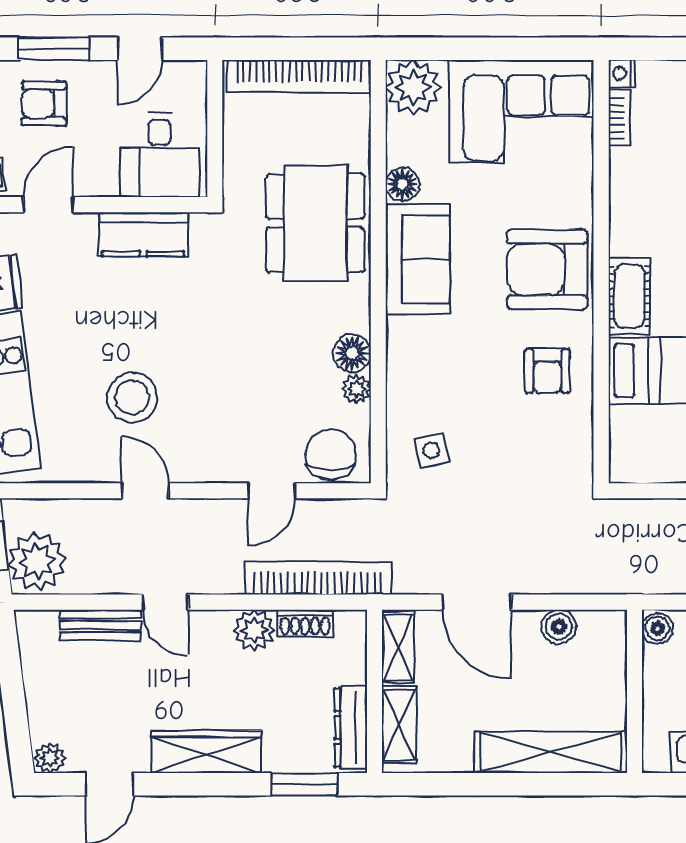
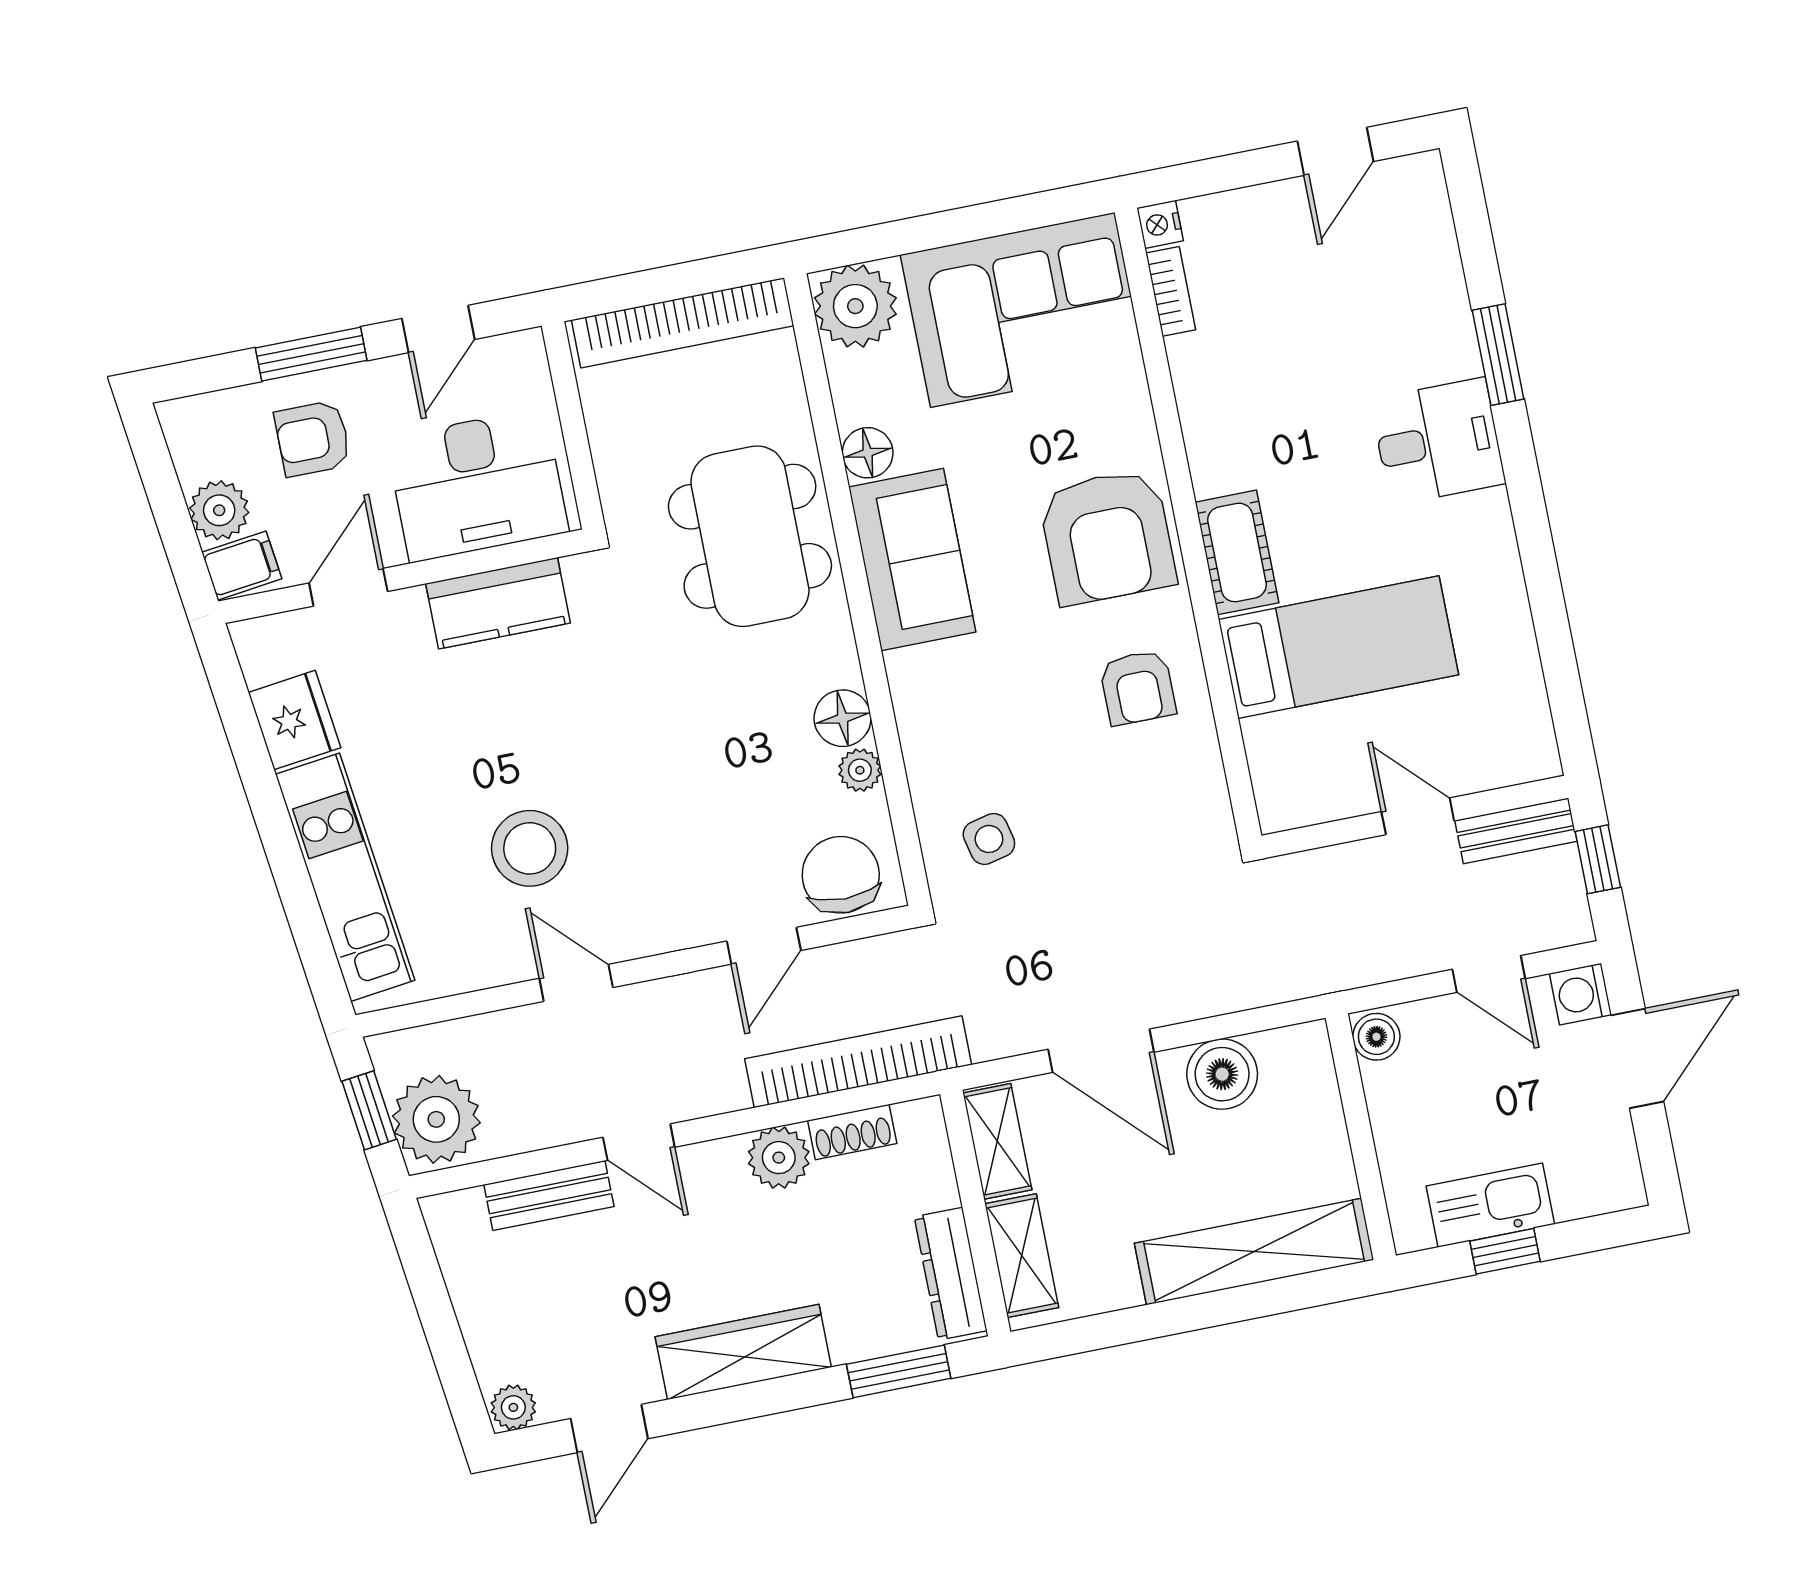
desk: (160, 155) -> (477, 485), width x1.37
armchair: (547, 269) -> (1107, 537), turned -90
boiler: (559, 627) -> (1222, 1074), width x1.36, depth x1.36

